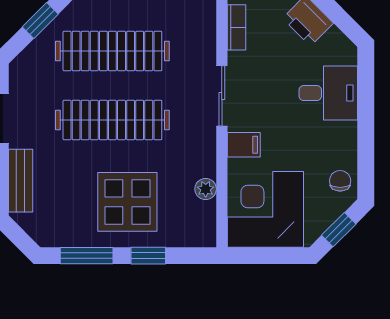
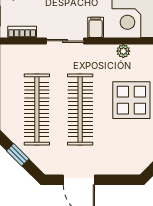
bench: (21, 181) -> (118, 167), removed

